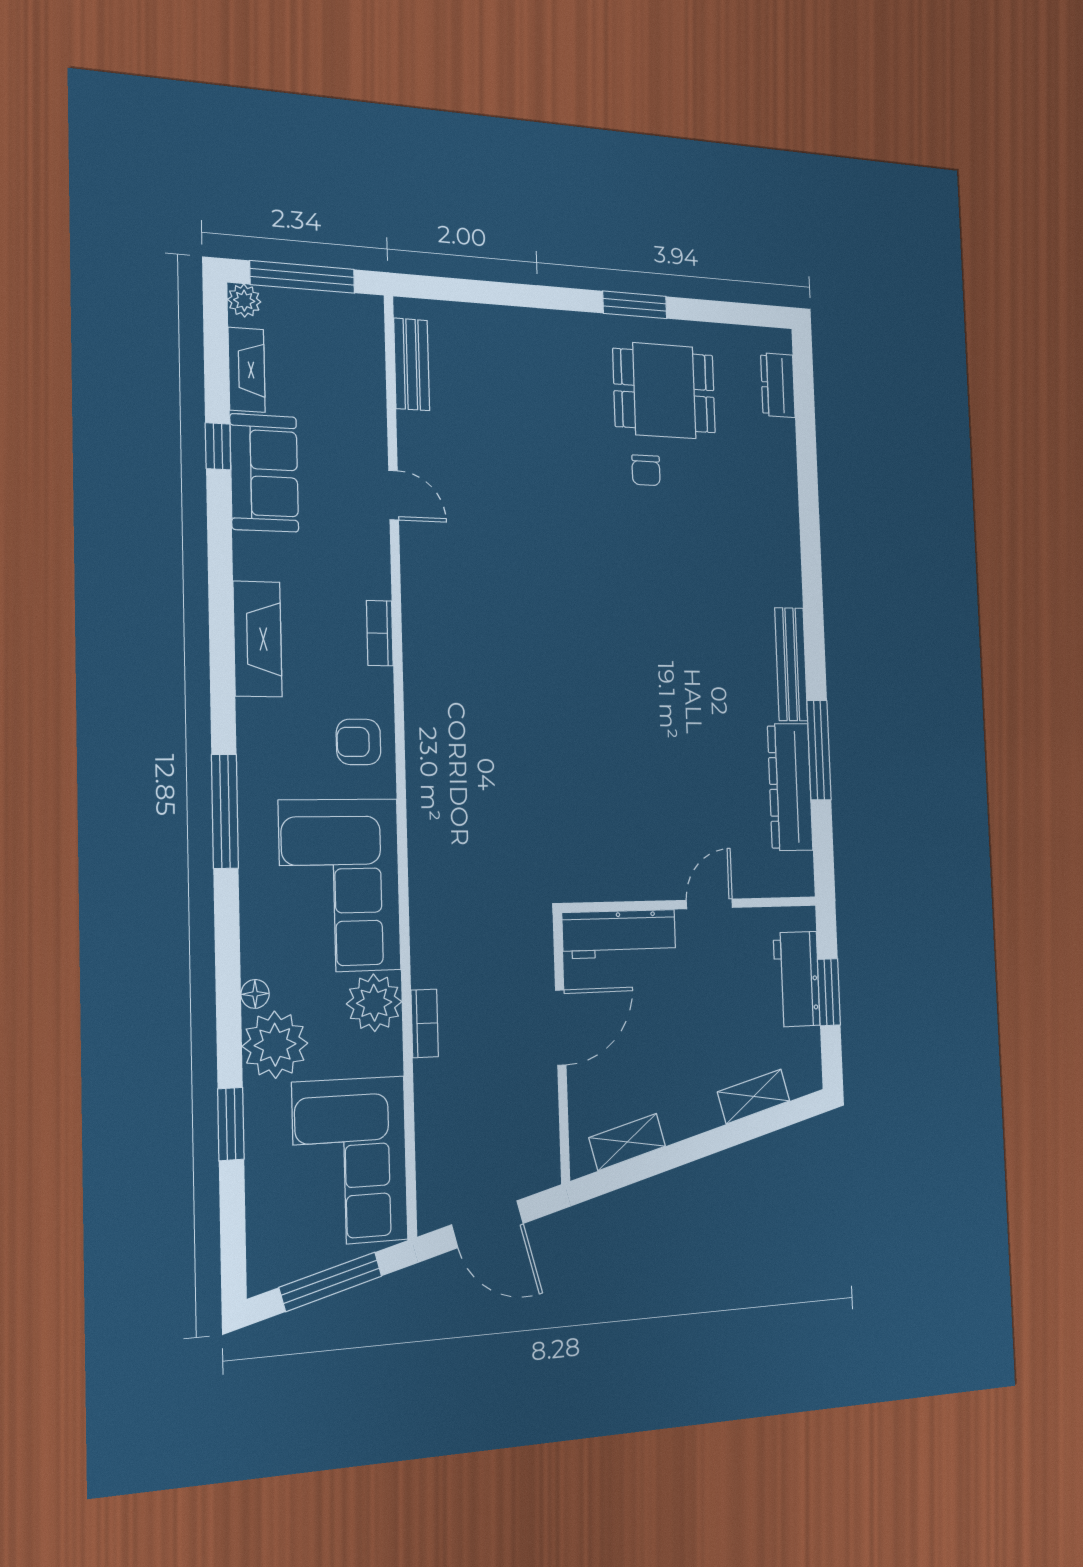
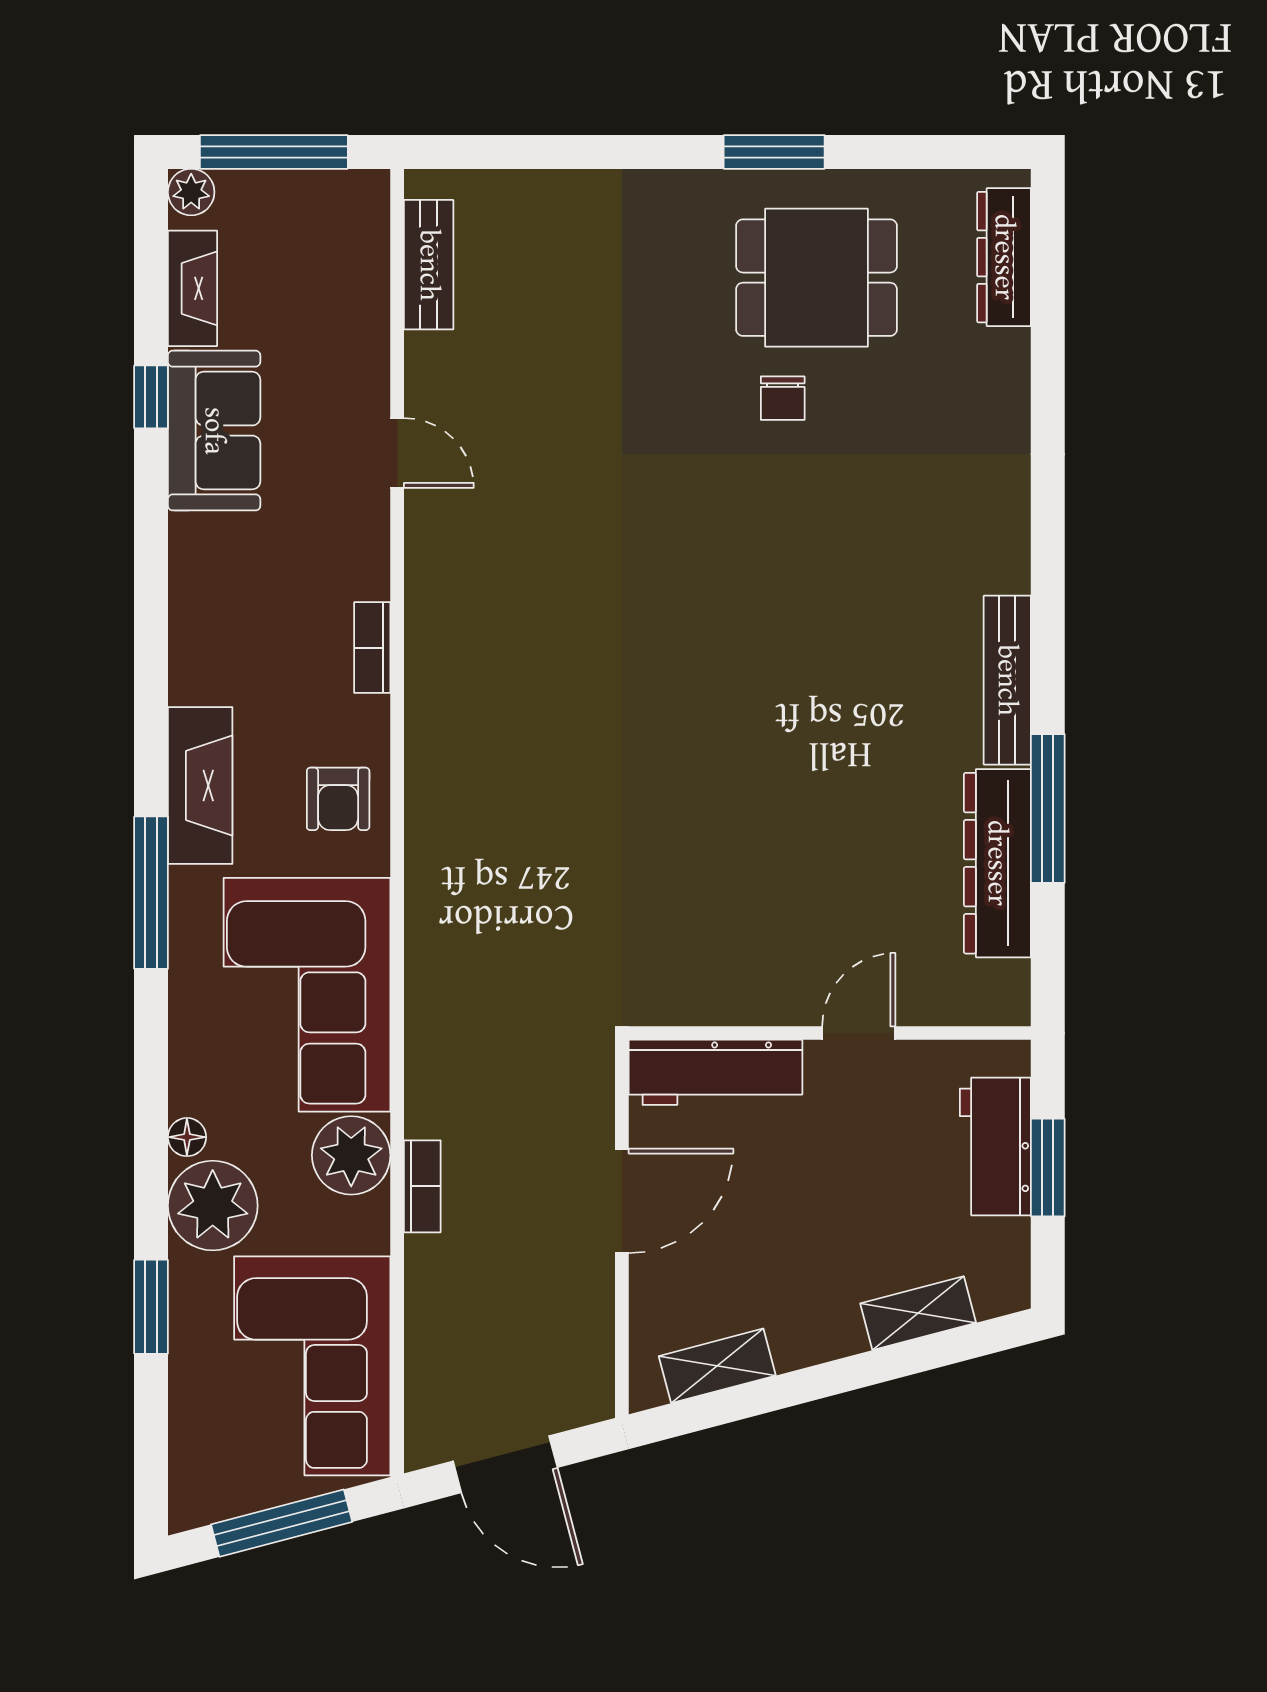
dresser: (778, 385) -> (1004, 257), width x1.44
fireplace: (258, 639) -> (200, 786), moved
armchair: (359, 742) -> (338, 799), turned -90

